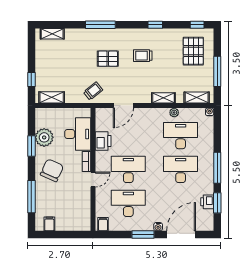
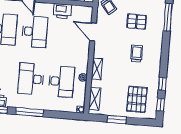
window: (155, 25) -> (162, 84), moved
pallet: (193, 51) -> (137, 99), turned 90
pallet: (108, 59) -> (137, 22), turned 90
window: (217, 71) -> (117, 120), width x0.69
desk: (181, 169) -> (31, 79), turned 180

